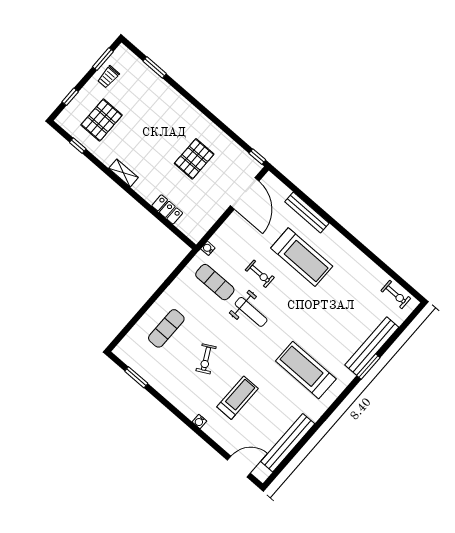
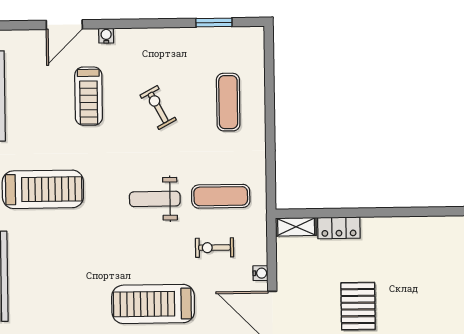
shelving: (124, 173) -> (296, 227), moved
water cooler: (208, 248) -> (260, 273), moved
exercise bike: (260, 274) -> (214, 248), moved
door: (239, 467) -> (64, 25), moved

